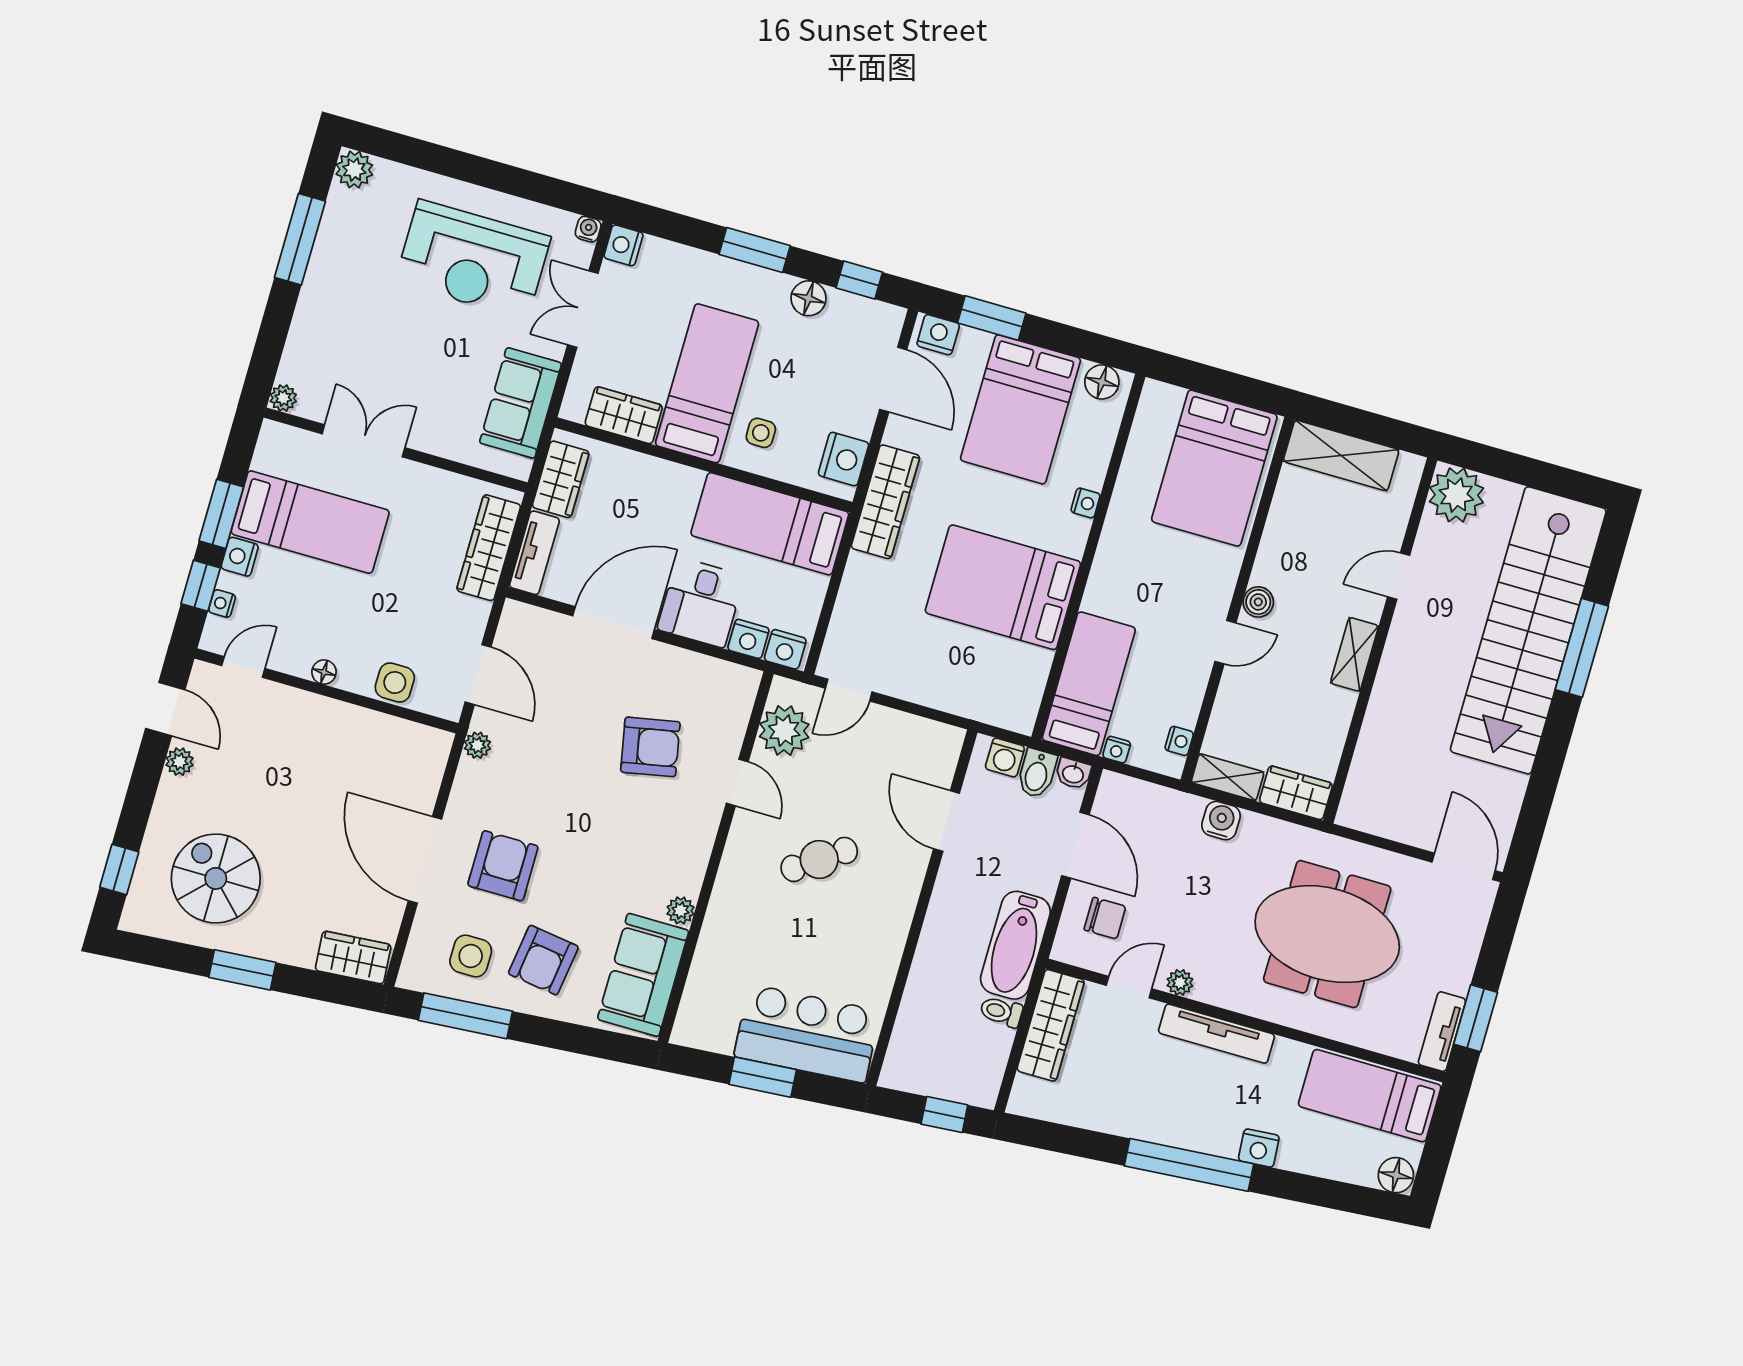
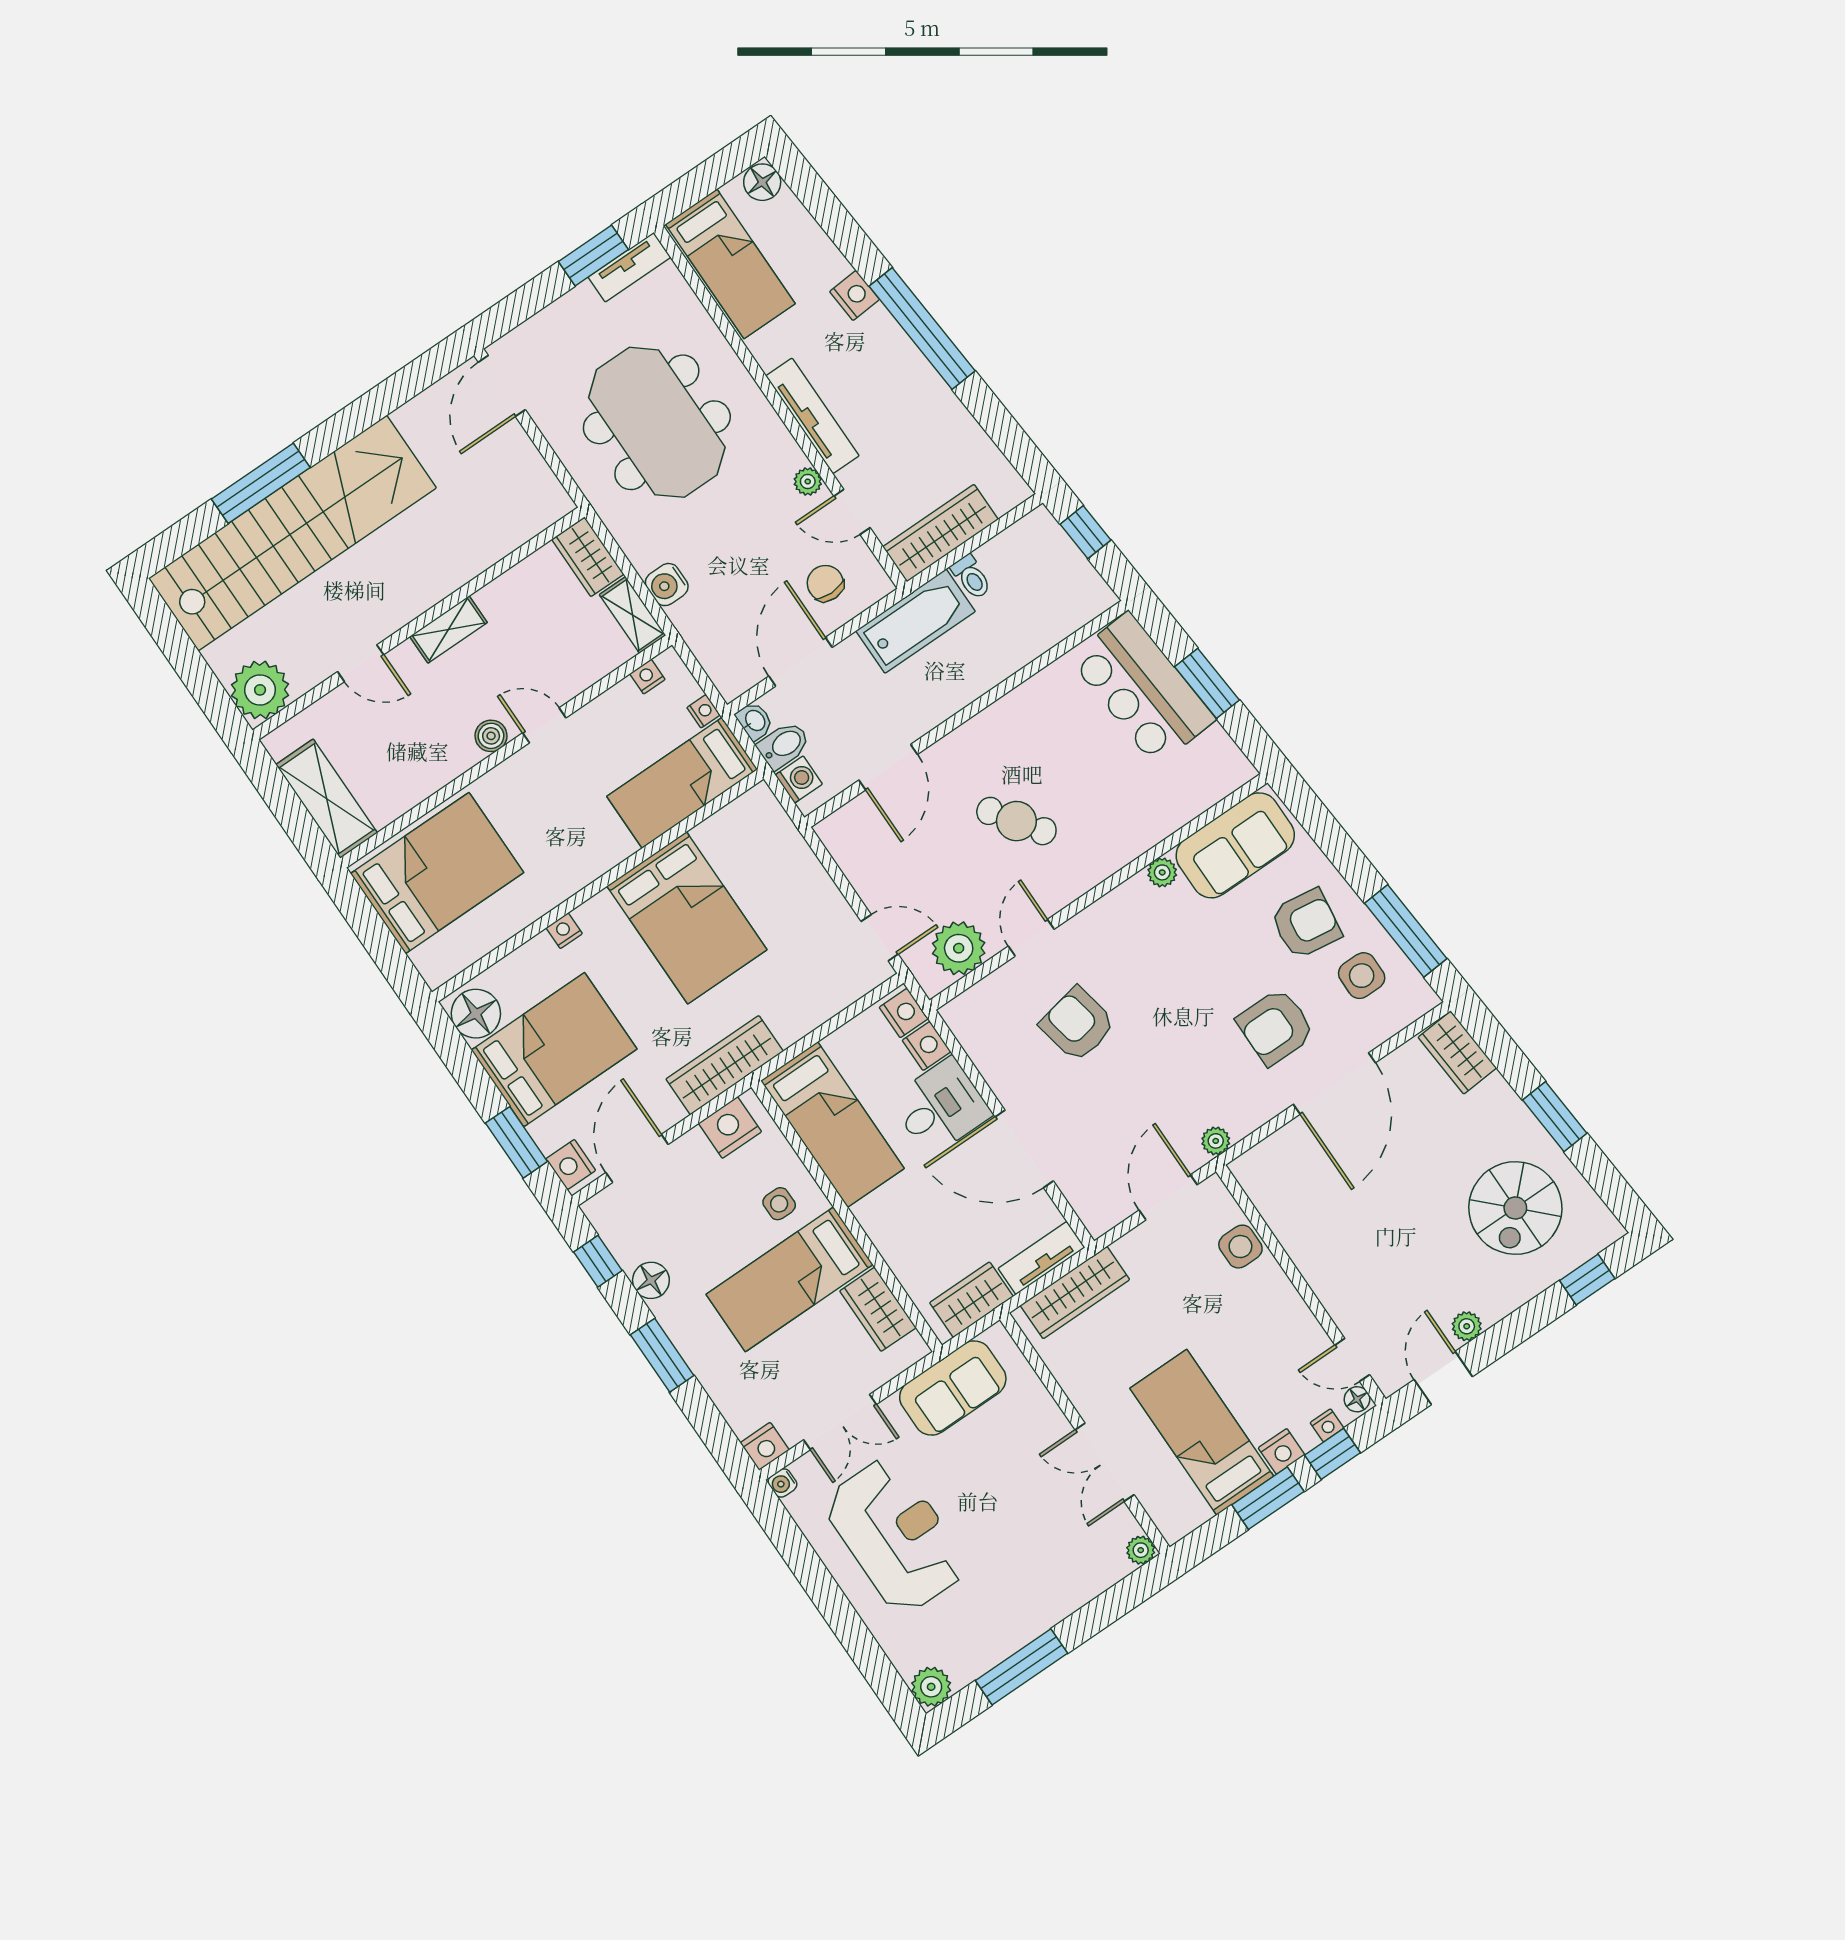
floor lamp: (1102, 382) -> (476, 1014), width x1.38, depth x1.38
floor lamp: (324, 672) -> (1357, 1399), moved

